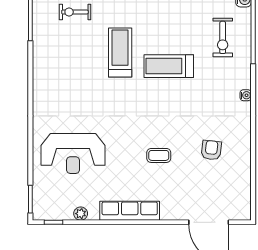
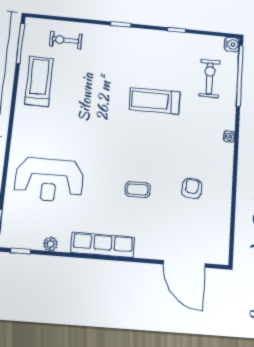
exercise bike: (223, 37) -> (210, 78), turned 180
treadmill: (120, 53) -> (39, 81), moved

